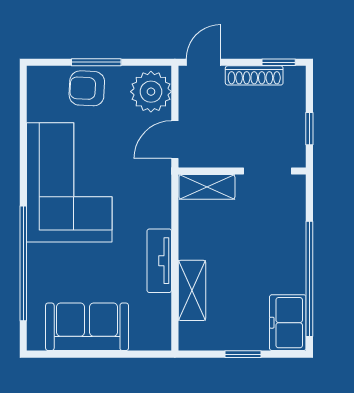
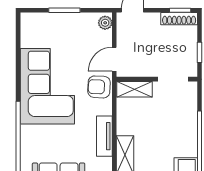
shoe rack: (254, 75) -> (179, 19), moved
armchair: (87, 88) -> (99, 87), moved
plant: (151, 92) -> (105, 23), width x0.53, depth x0.53

